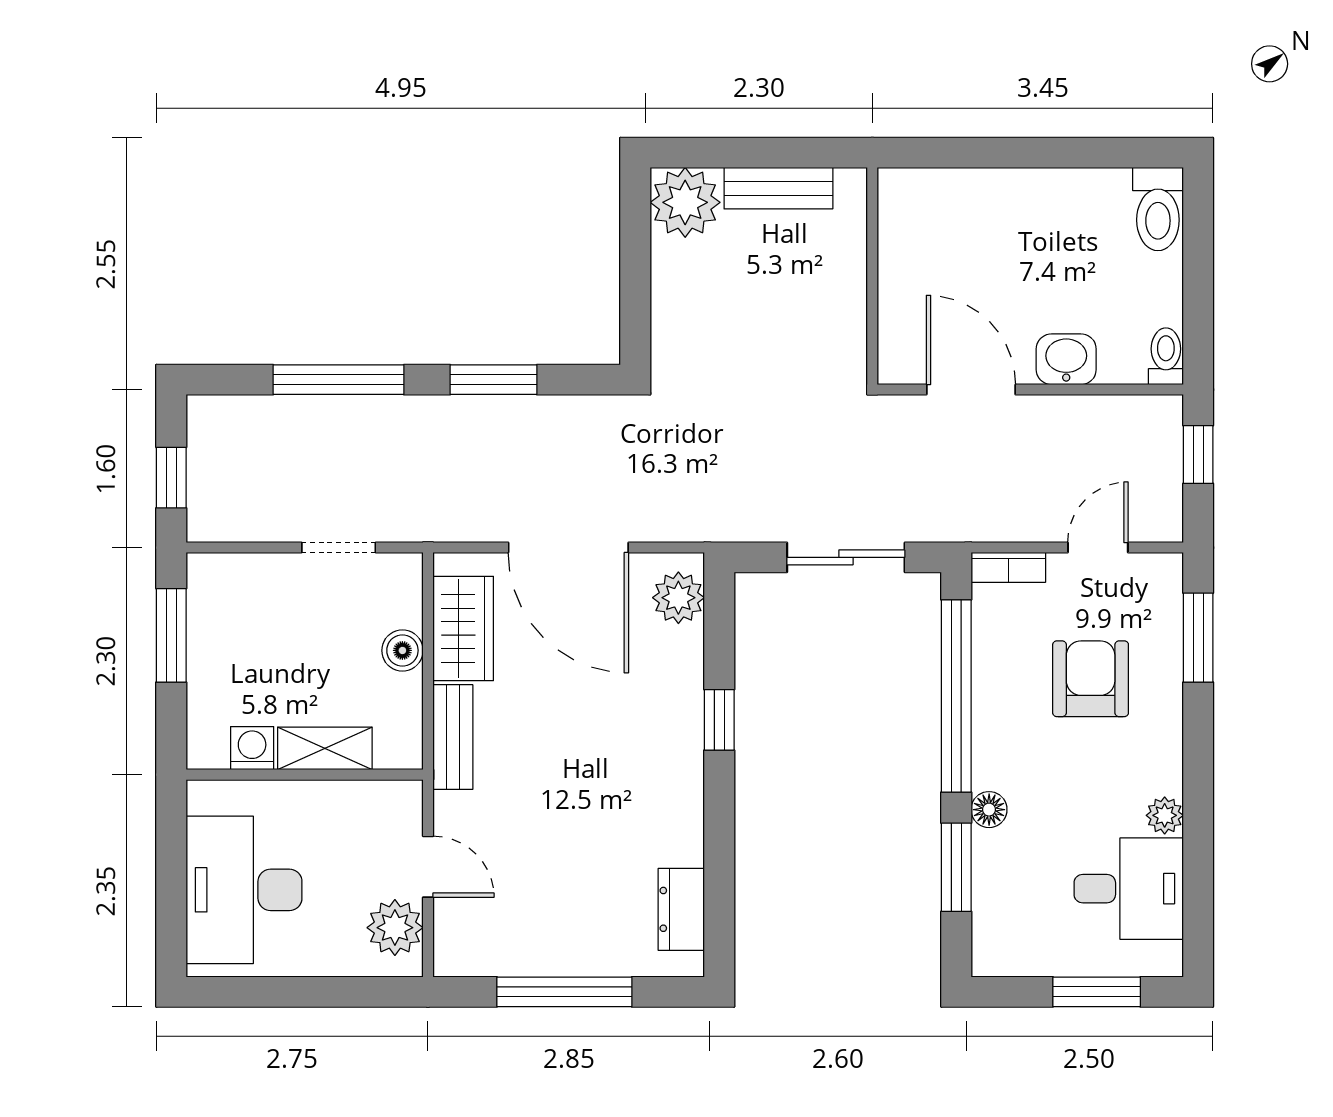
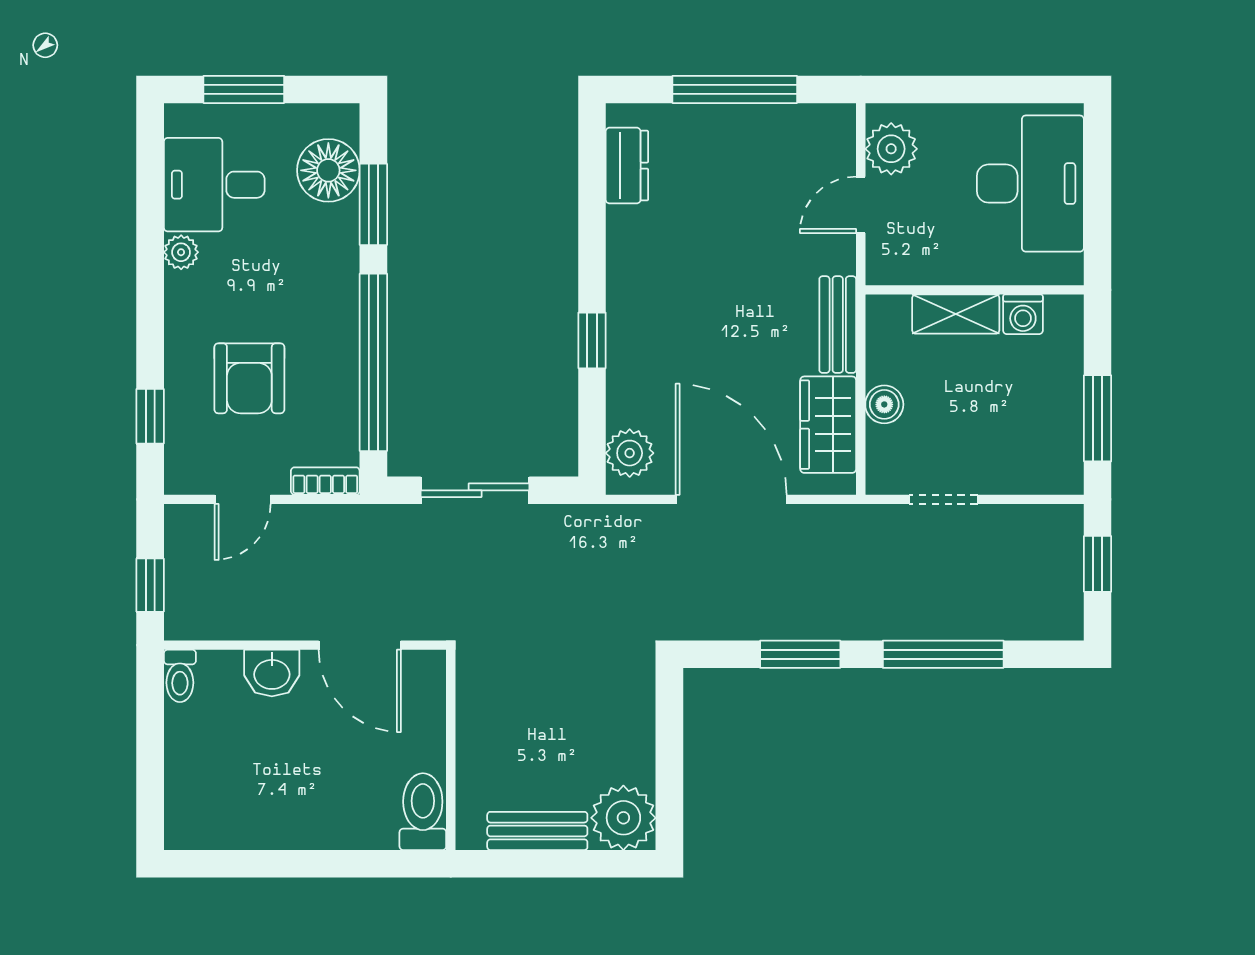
toilet: (1158, 209) -> (423, 812), moved
window: (1198, 638) -> (150, 416), width x0.67
floor lamp: (989, 810) -> (328, 170), moved, width x1.89, depth x1.89
door: (428, 867) -> (861, 205), hinge flipped

